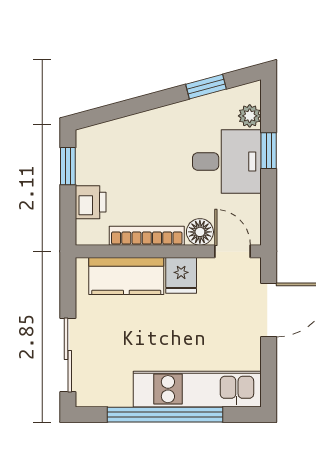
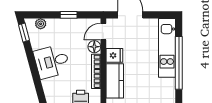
window: (206, 87) -> (24, 33), moved
window: (269, 151) -> (69, 15), moved
desk: (227, 162) -> (52, 61), moved, turned -105

